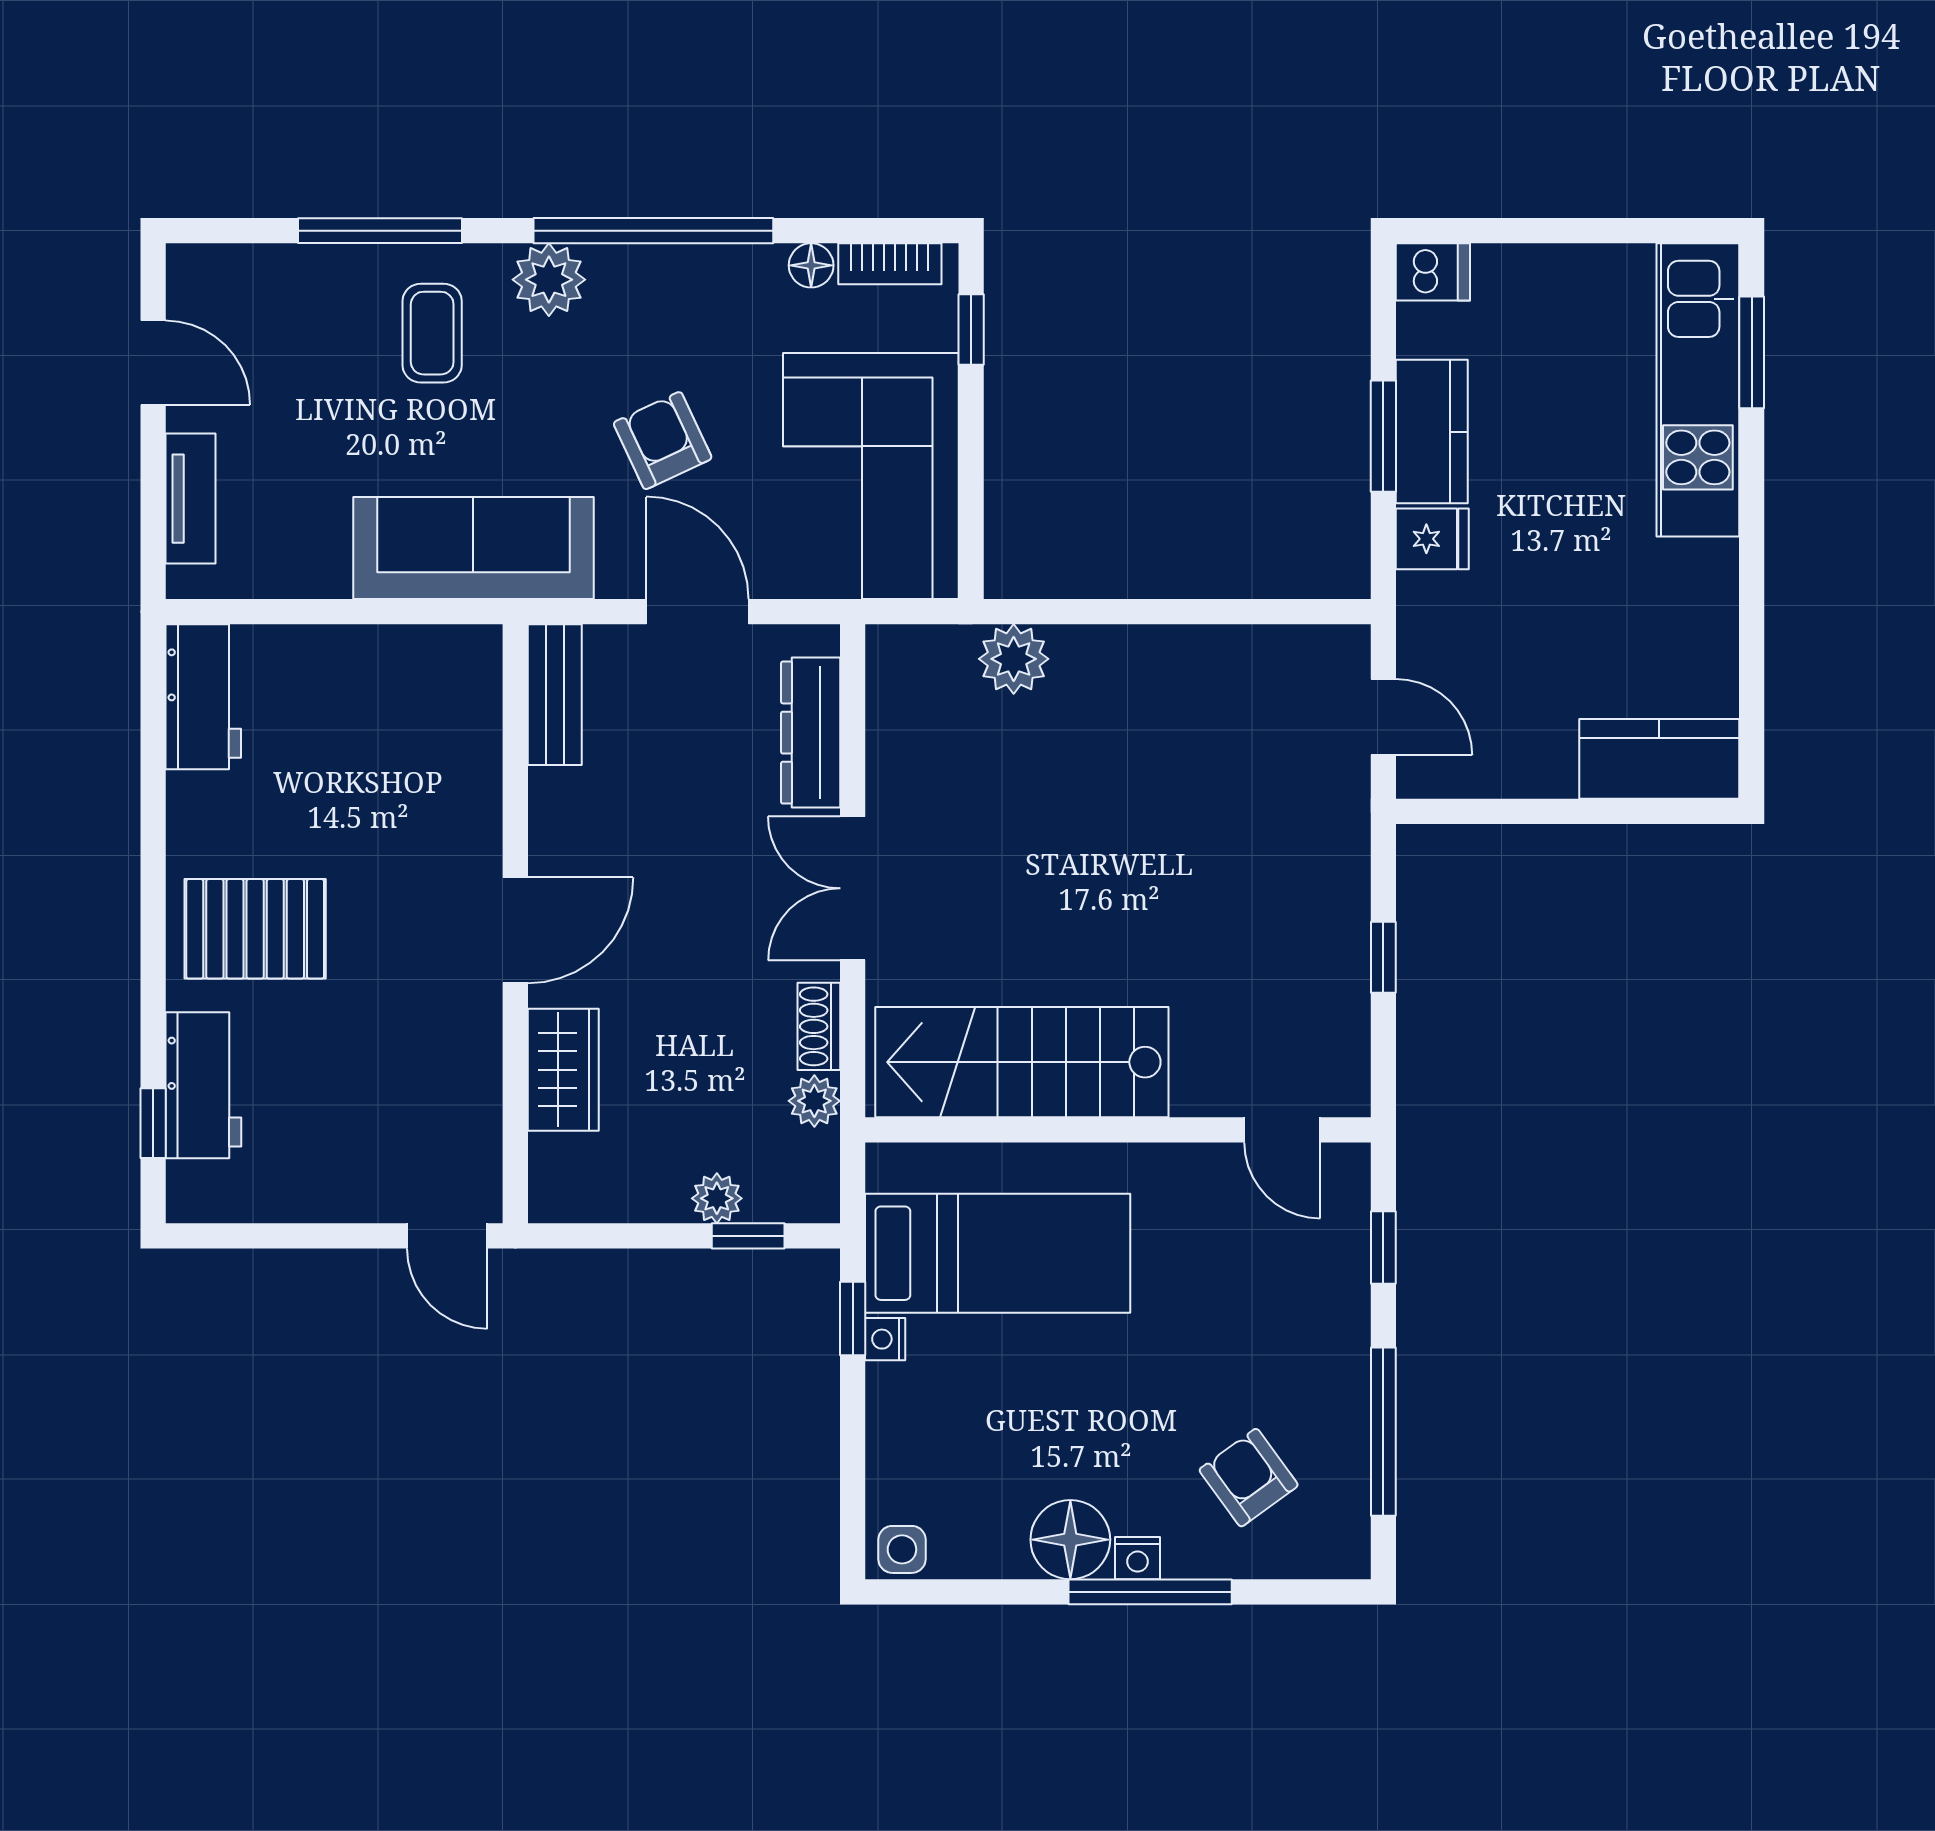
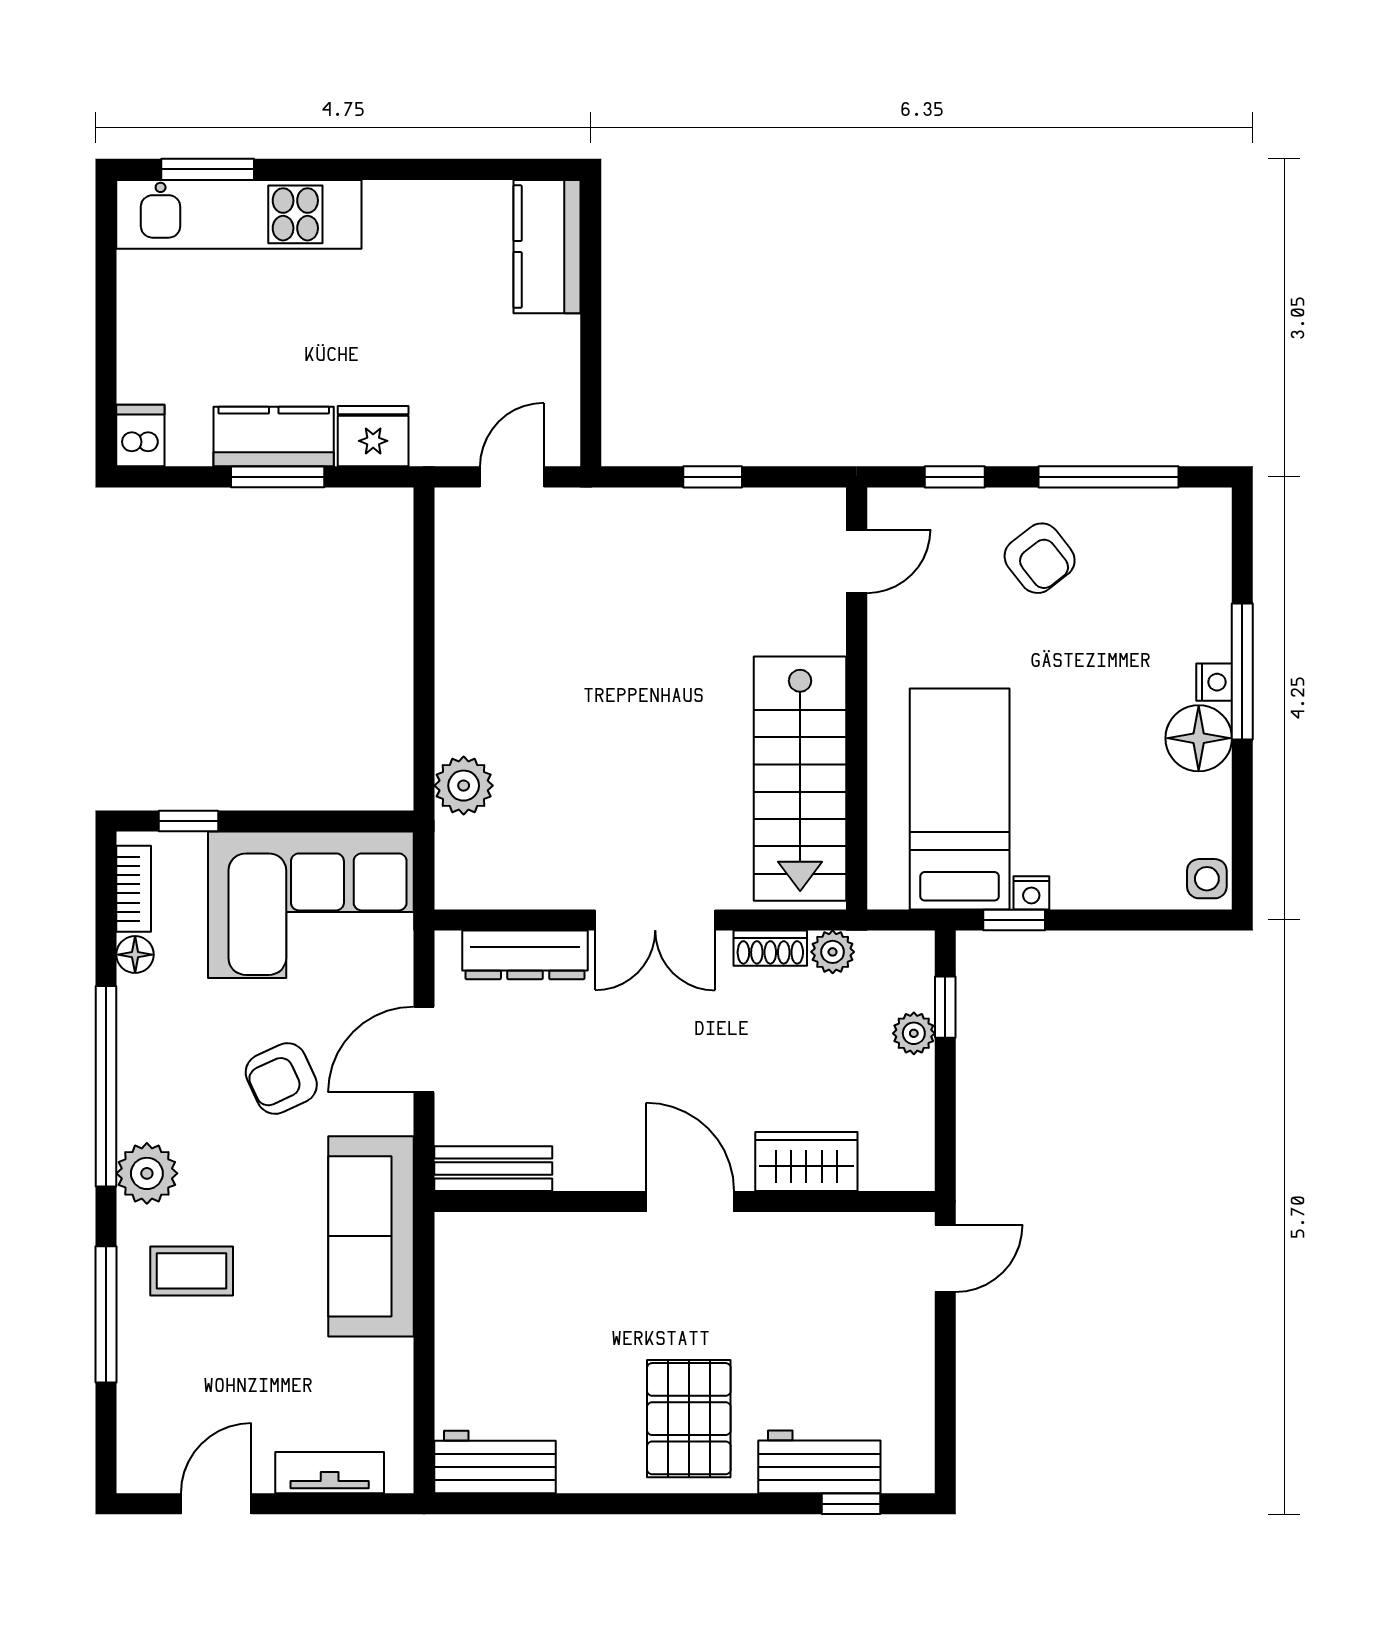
fridge: (1432, 539) -> (373, 436), width x1.38
armchair: (1249, 1478) -> (1040, 558), moved, turned -92

